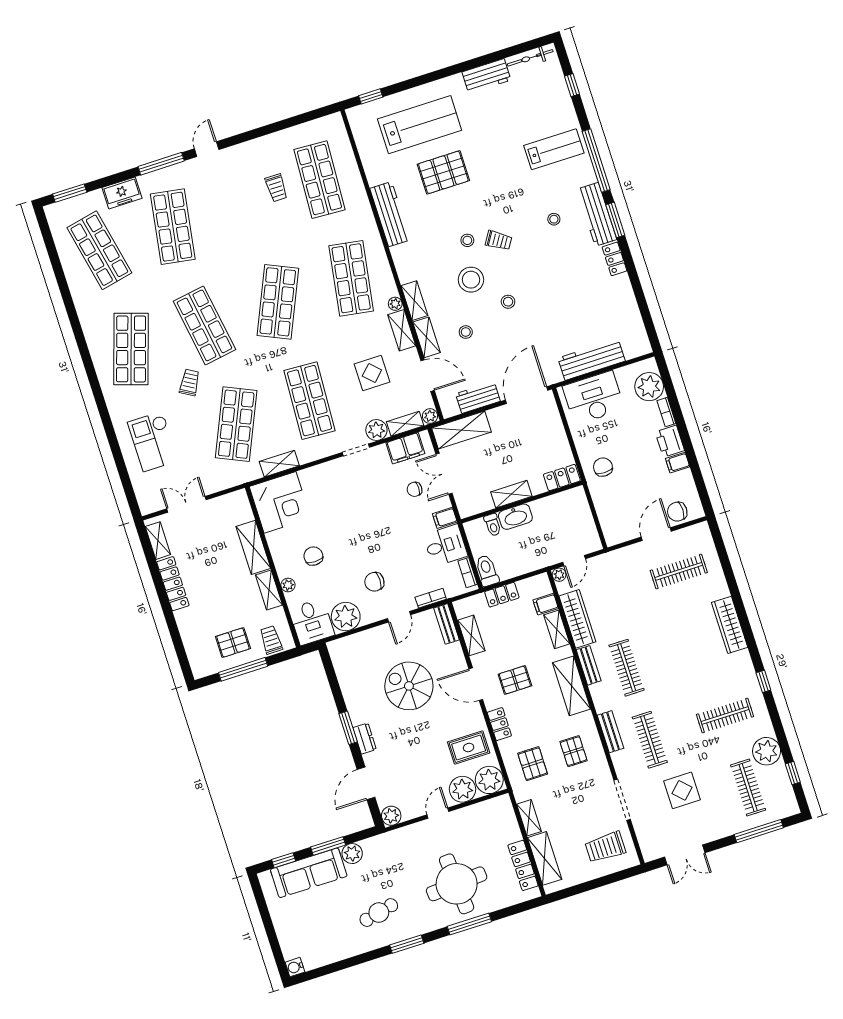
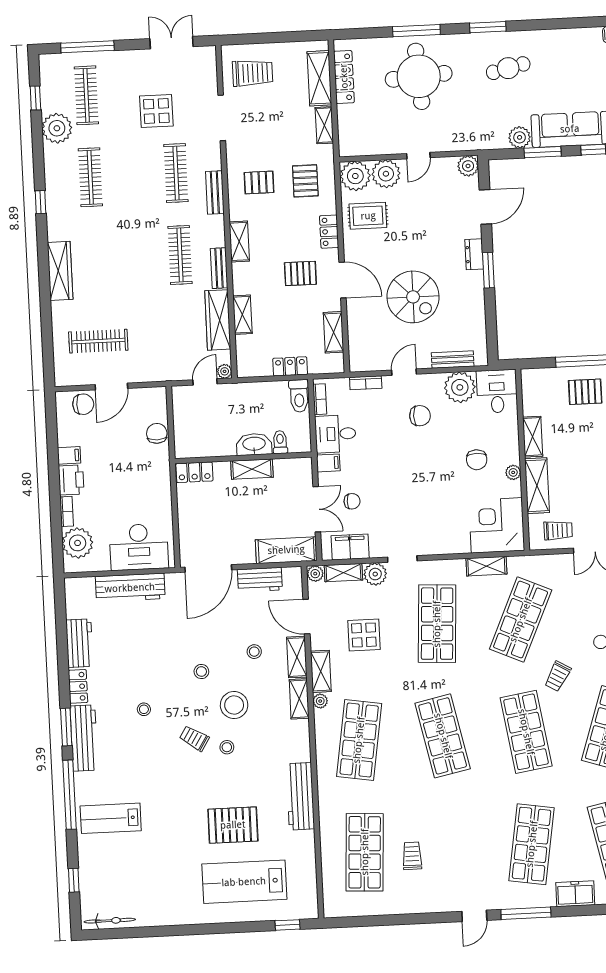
workbench: (486, 76) -> (79, 643), moved, turned 90
stool: (554, 219) -> (144, 709), moved
shop shelf: (278, 302) -> (443, 736), turned -36
chair: (603, 467) -> (157, 433), moved, turned 180
plant: (288, 585) -> (513, 472), moved
filing cabinet: (546, 604) -> (247, 344), removed
bench: (447, 624) -> (453, 359), moved, turned 90
trolley: (271, 640) -> (558, 530), moved, turned -90
shelving: (572, 686) -> (239, 241), width x0.67, depth x0.75
clothes rail: (725, 716) -> (90, 177), turned 90
pallet: (573, 751) -> (259, 182), turned 90

